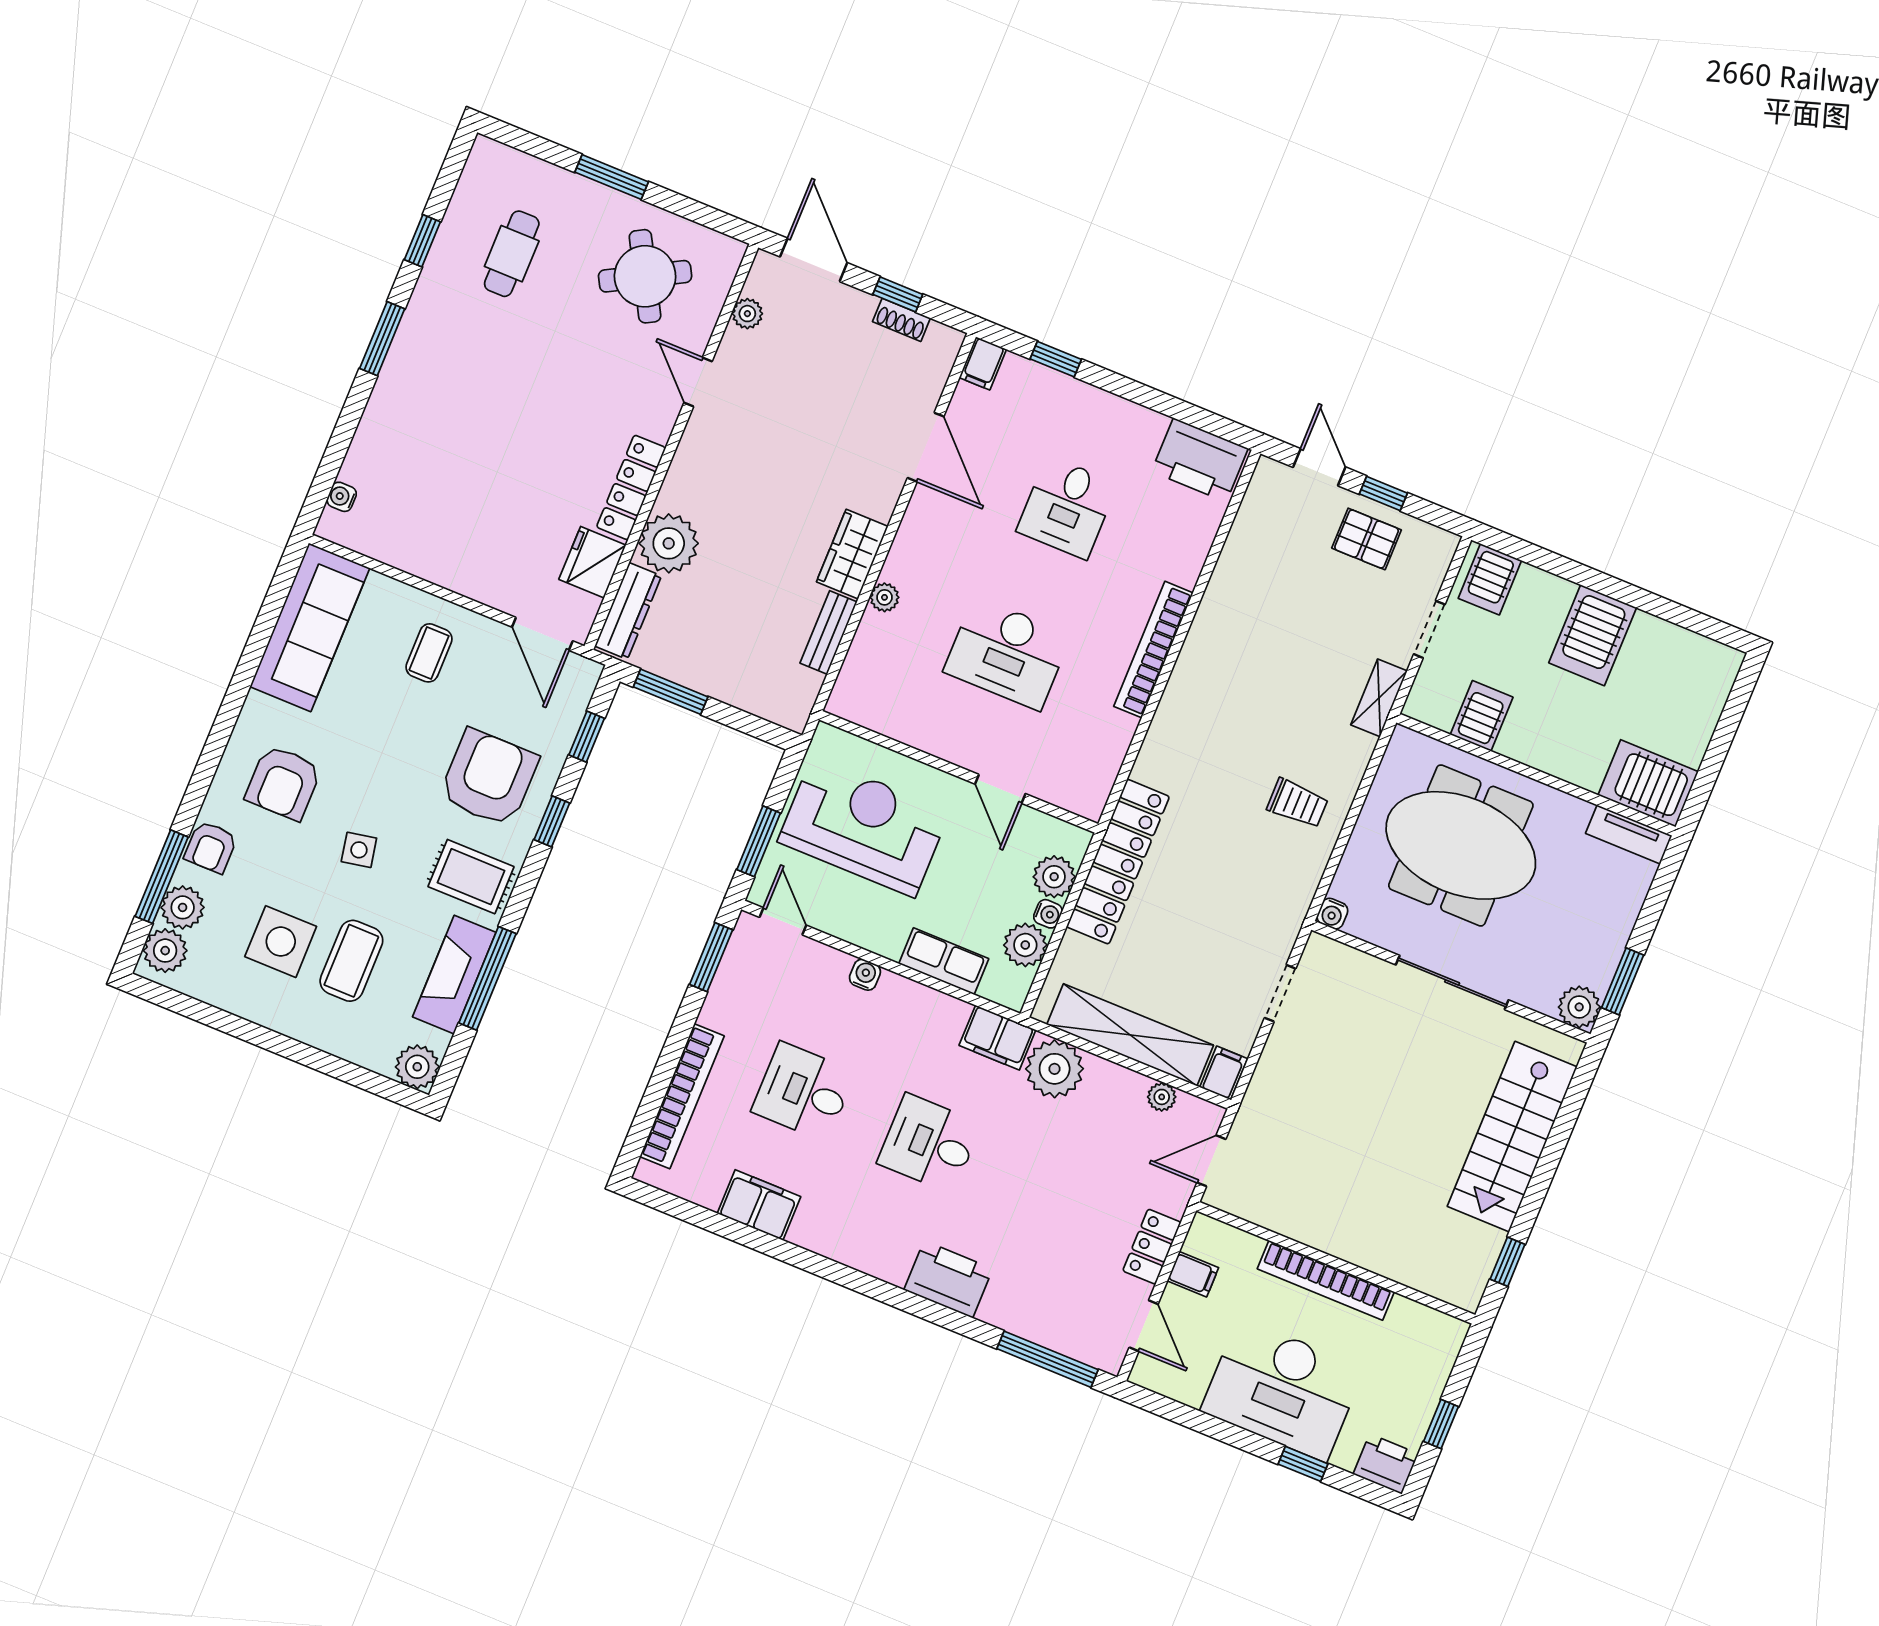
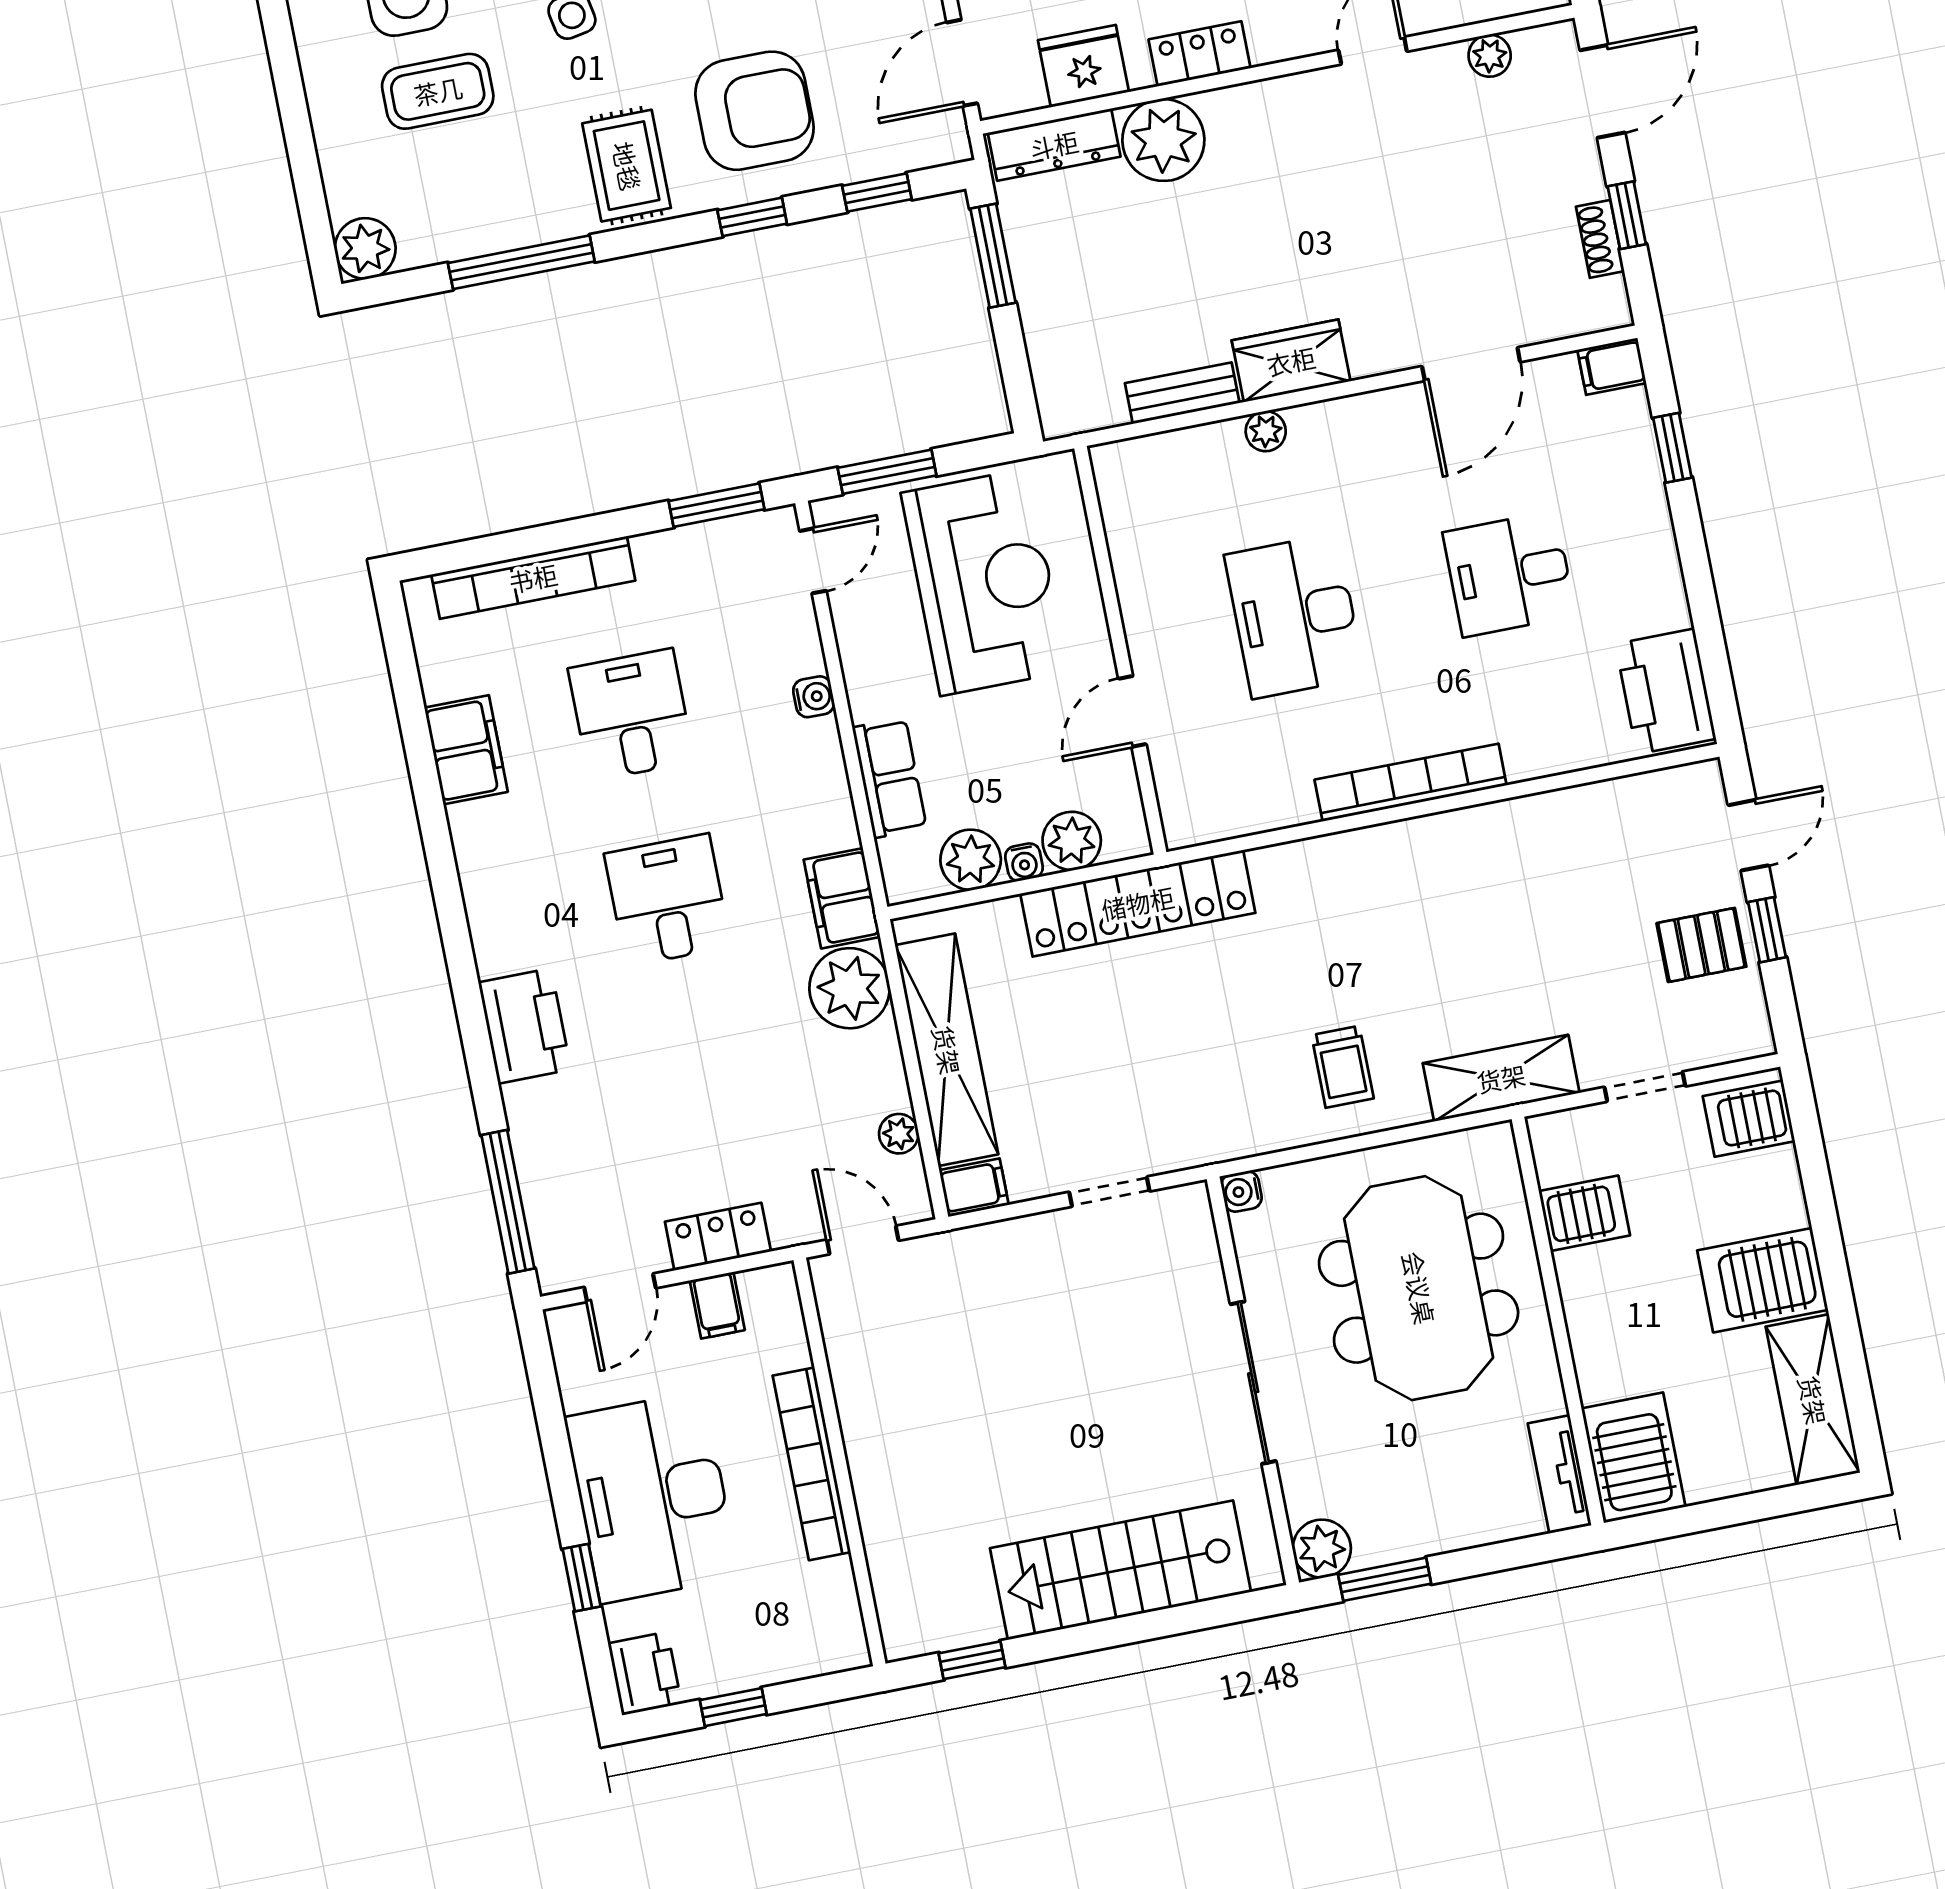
locker: (631, 487) -> (1200, 54), width x0.66
pallet: (1367, 539) -> (1701, 945), turned 90
shelving: (1684, 652) -> (1813, 1400), added
shelving: (1379, 698) -> (1501, 1078), width x1.50, depth x1.33
fireplace: (454, 975) -> (500, 221), removed

